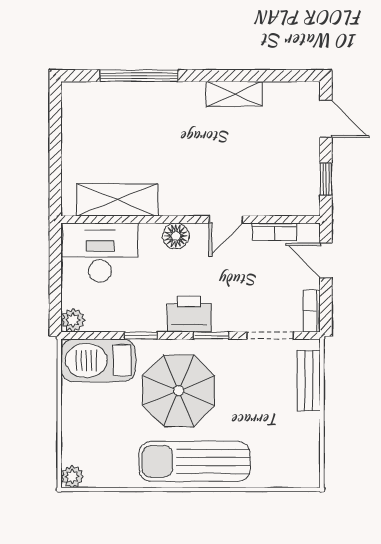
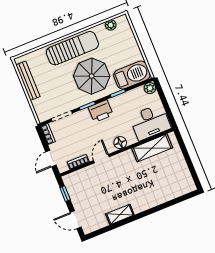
window: (139, 76) -> (164, 206), removed
door: (326, 260) -> (51, 158), swing flipped
bench: (309, 381) -> (28, 81), moved, width x1.36
plant: (72, 477) -> (111, 25), moved

